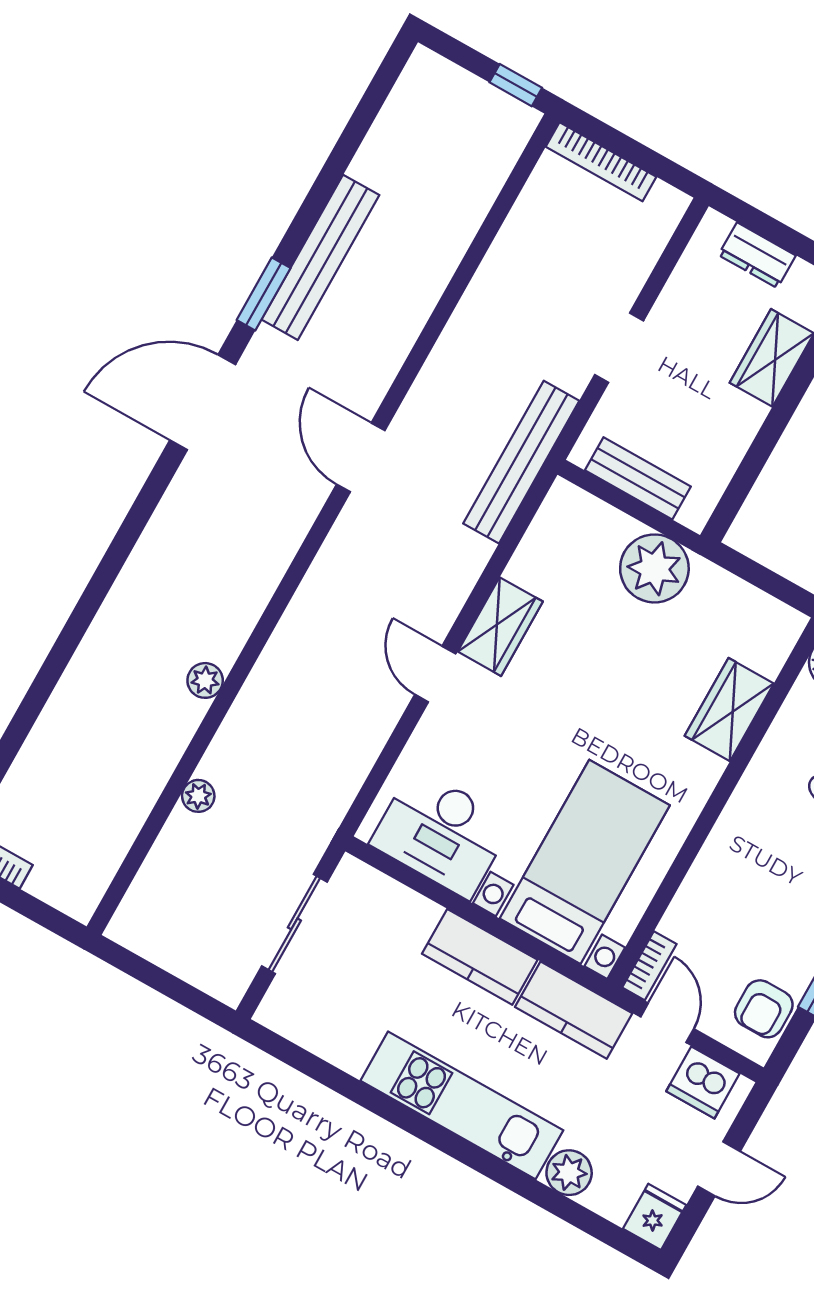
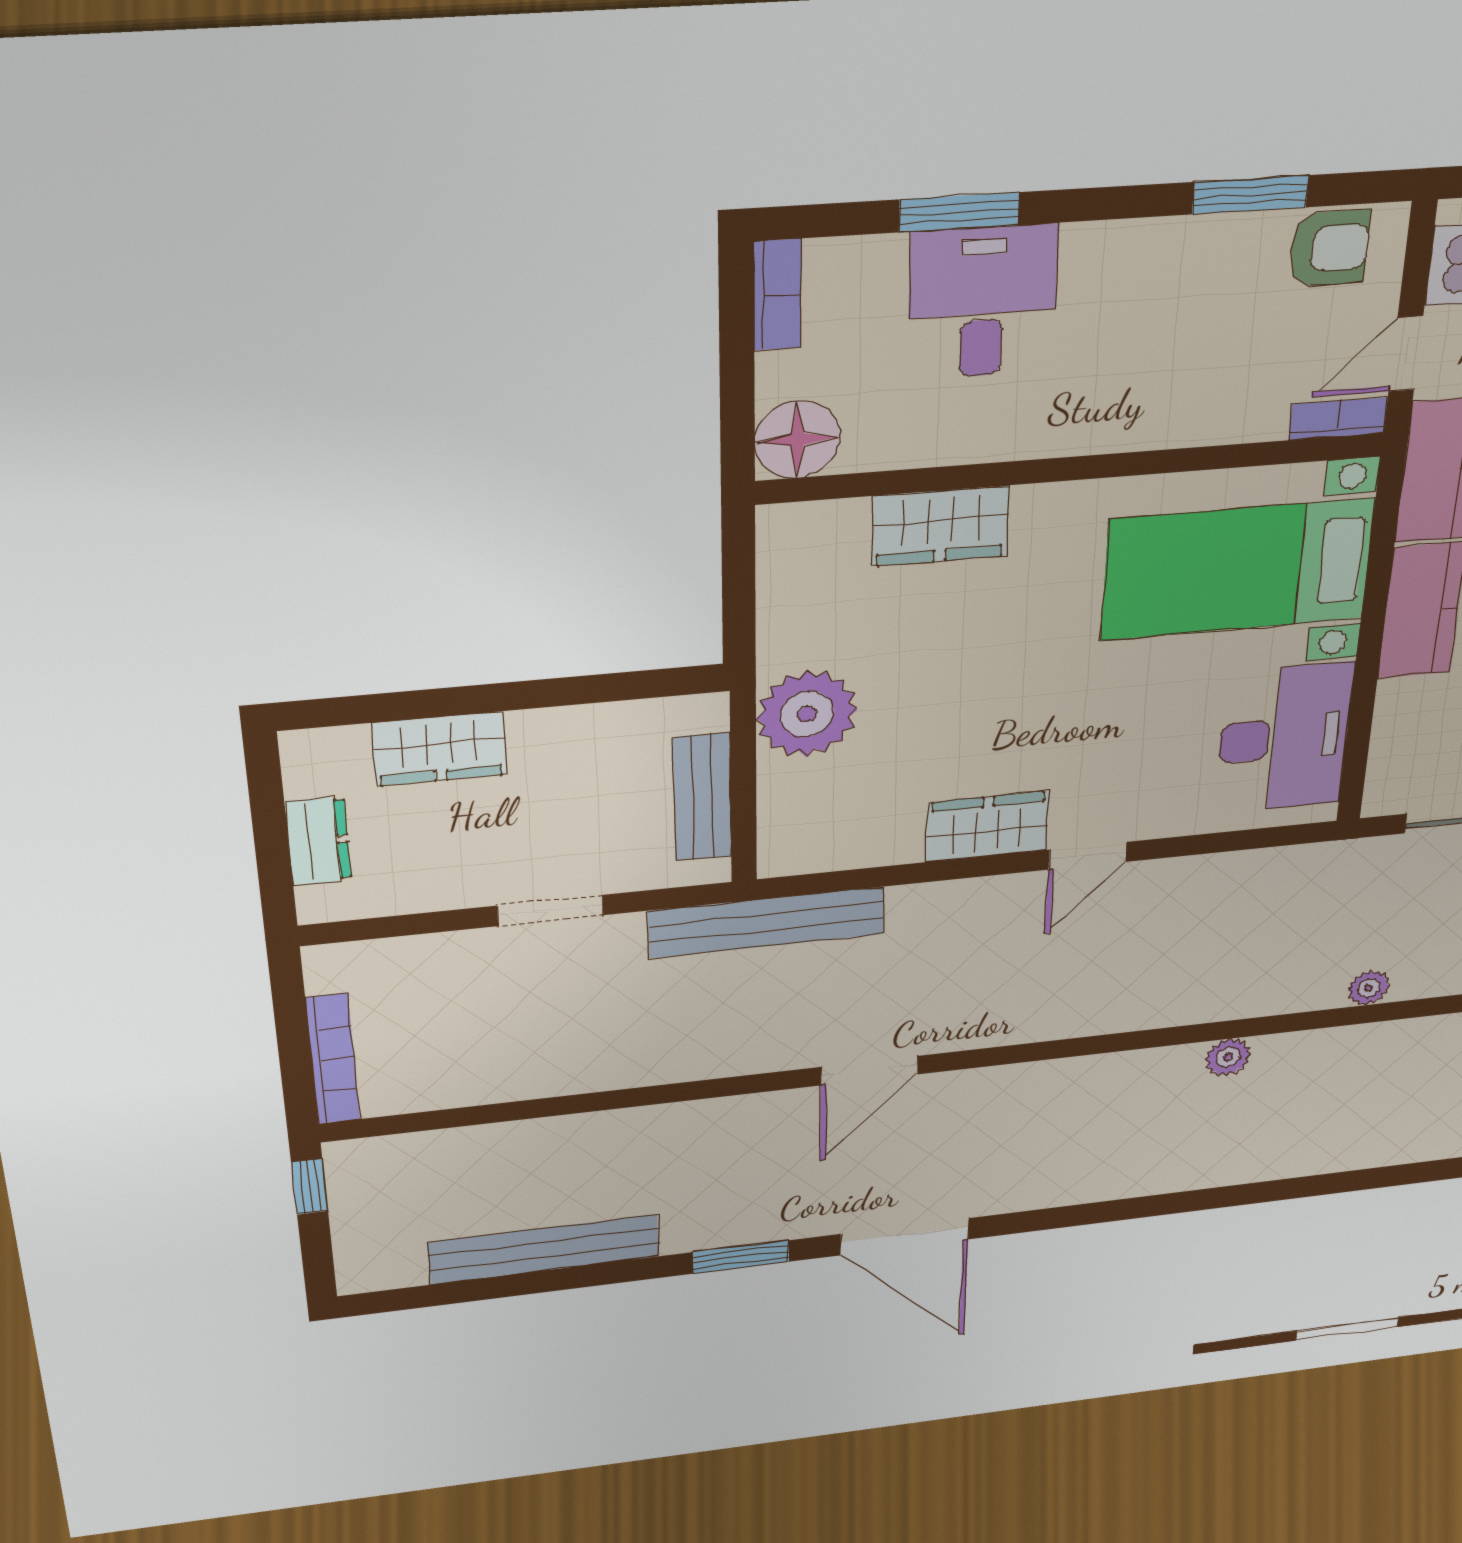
bench: (320, 257) -> (544, 1249), moved

